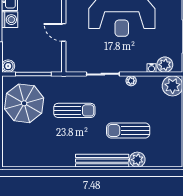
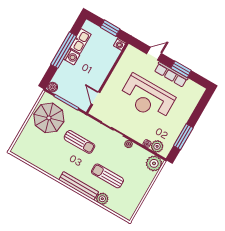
door: (64, 32) -> (96, 98), moved

